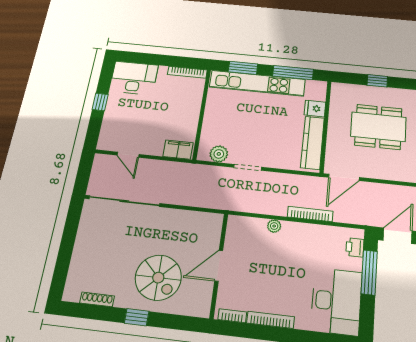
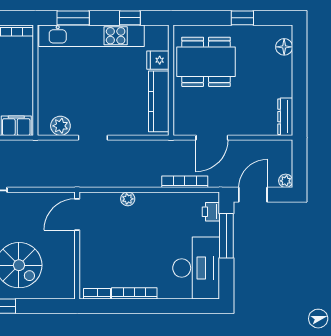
window: (293, 73) -> (130, 18), width x0.46
window: (377, 81) -> (242, 18), moved
dining table: (378, 127) -> (206, 62), moved
door: (344, 177) -> (212, 138), moved
bookcase: (310, 214) -> (185, 182), moved
door: (219, 266) -> (77, 214), moved

